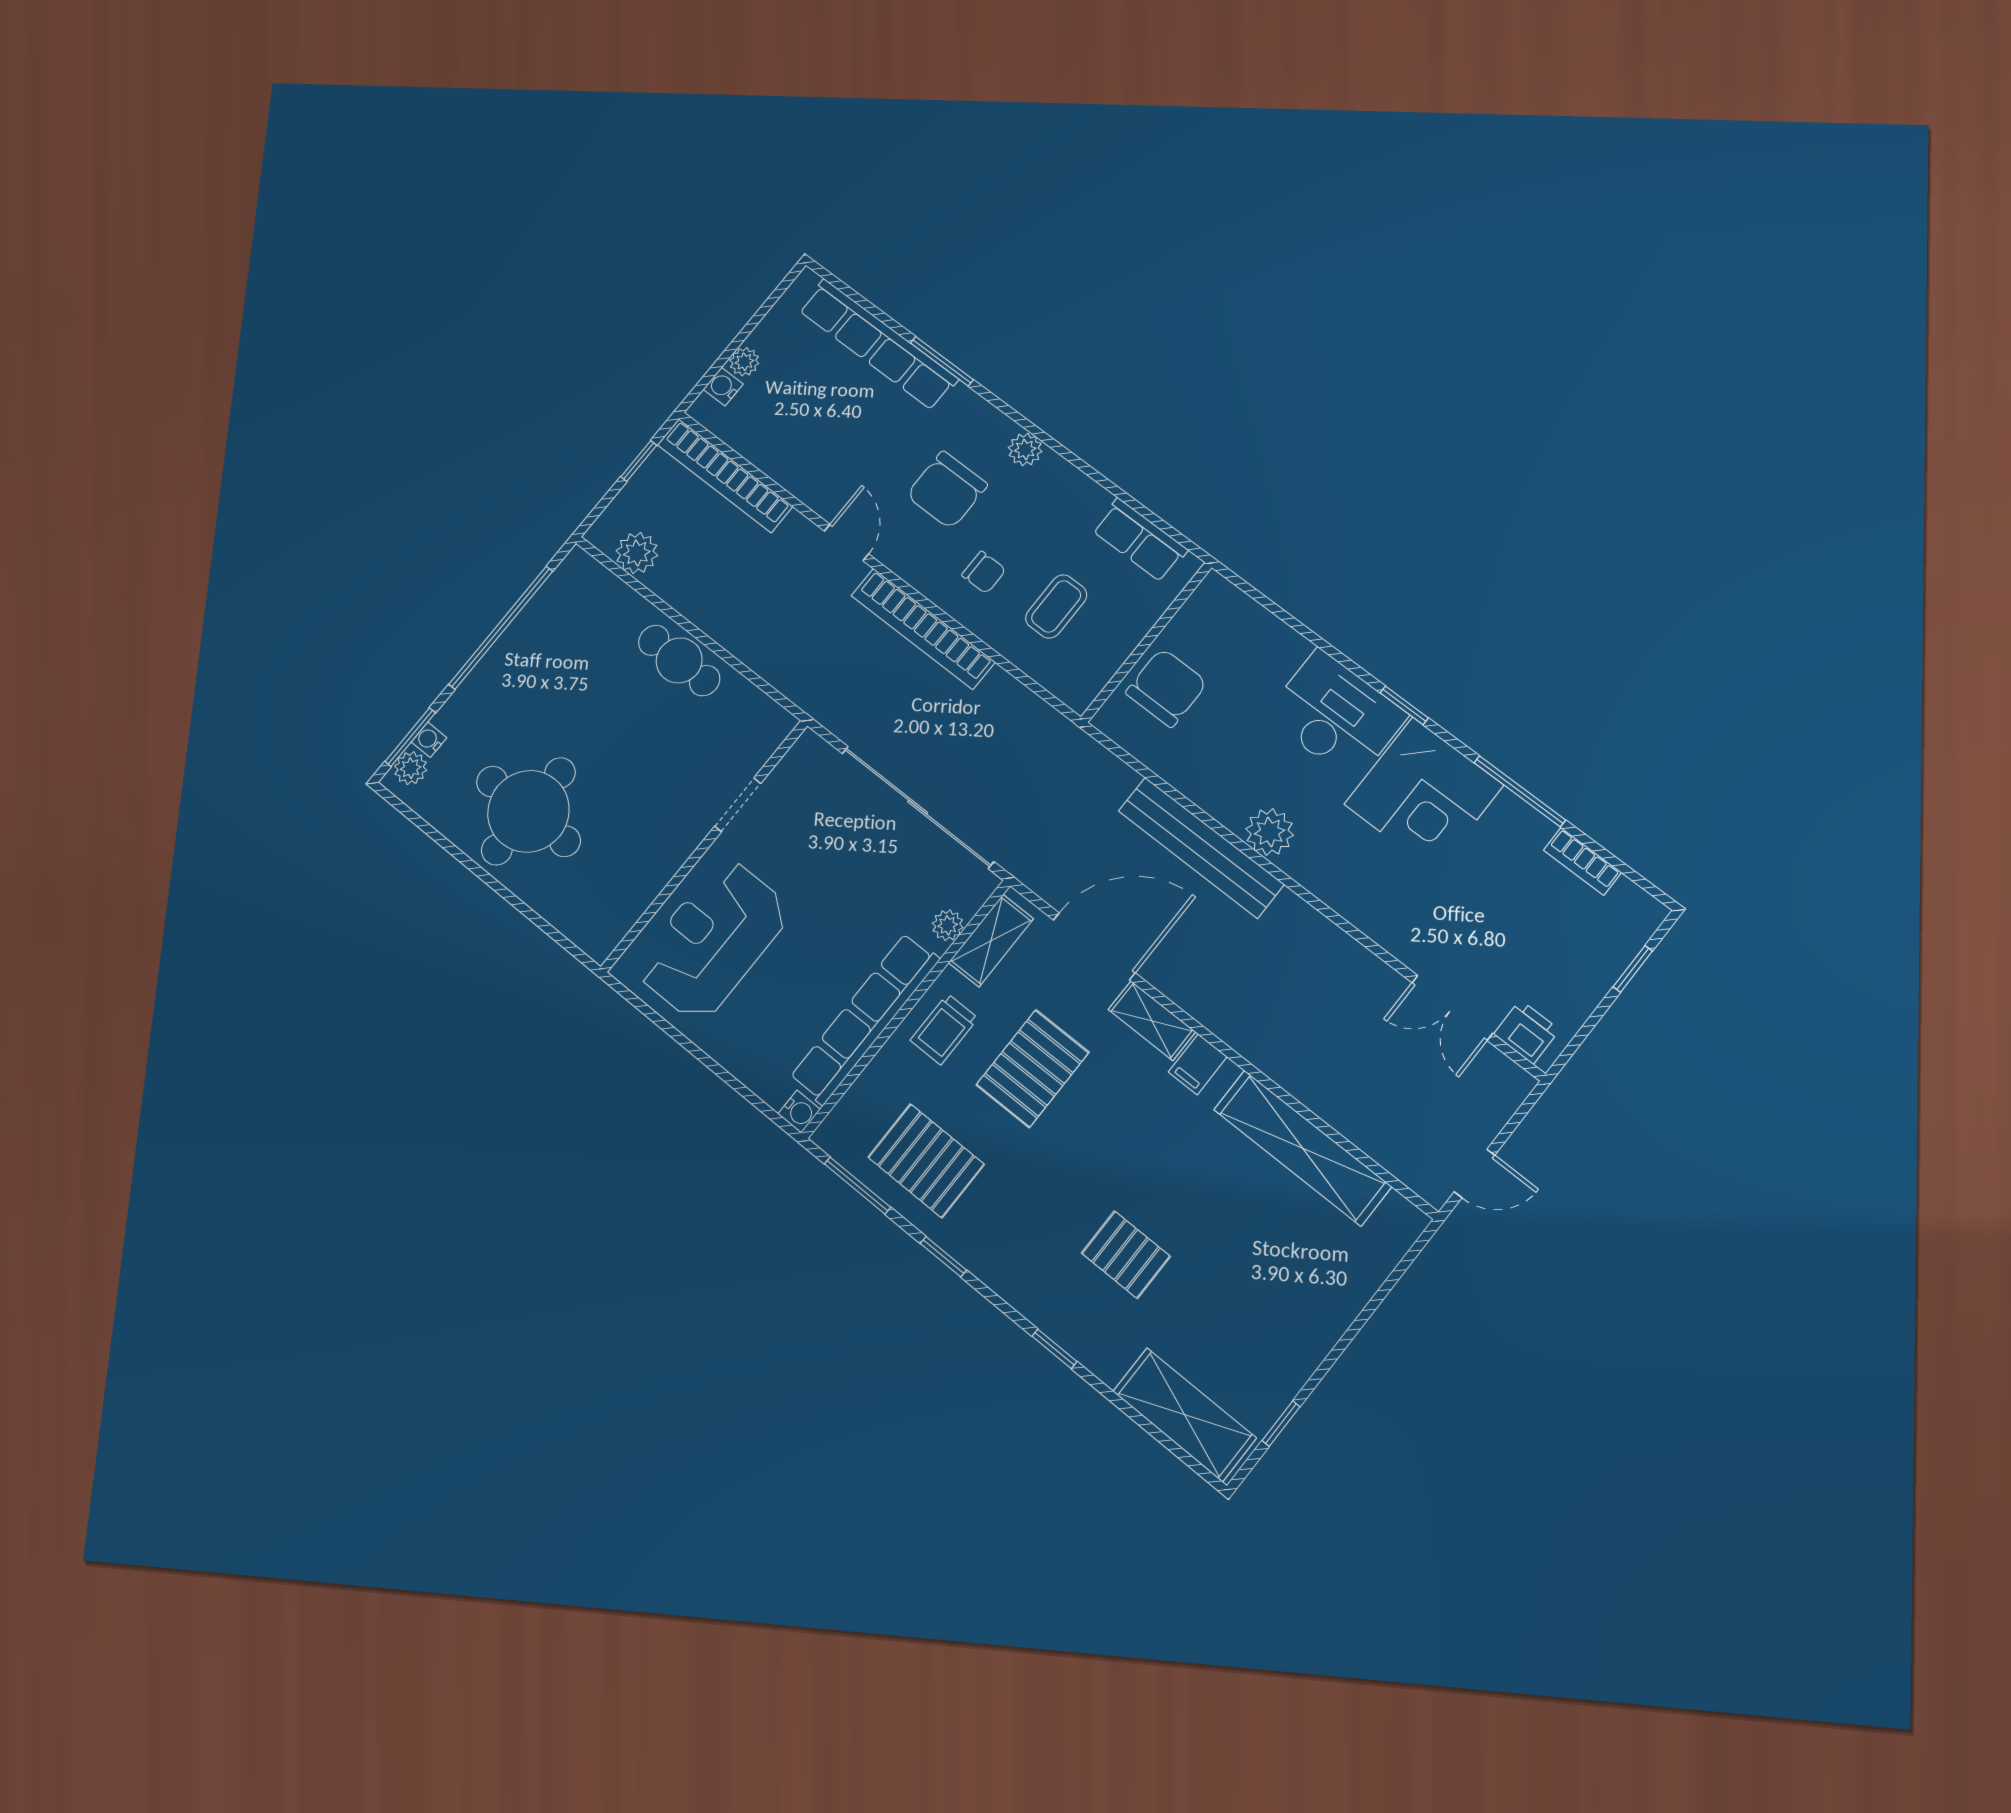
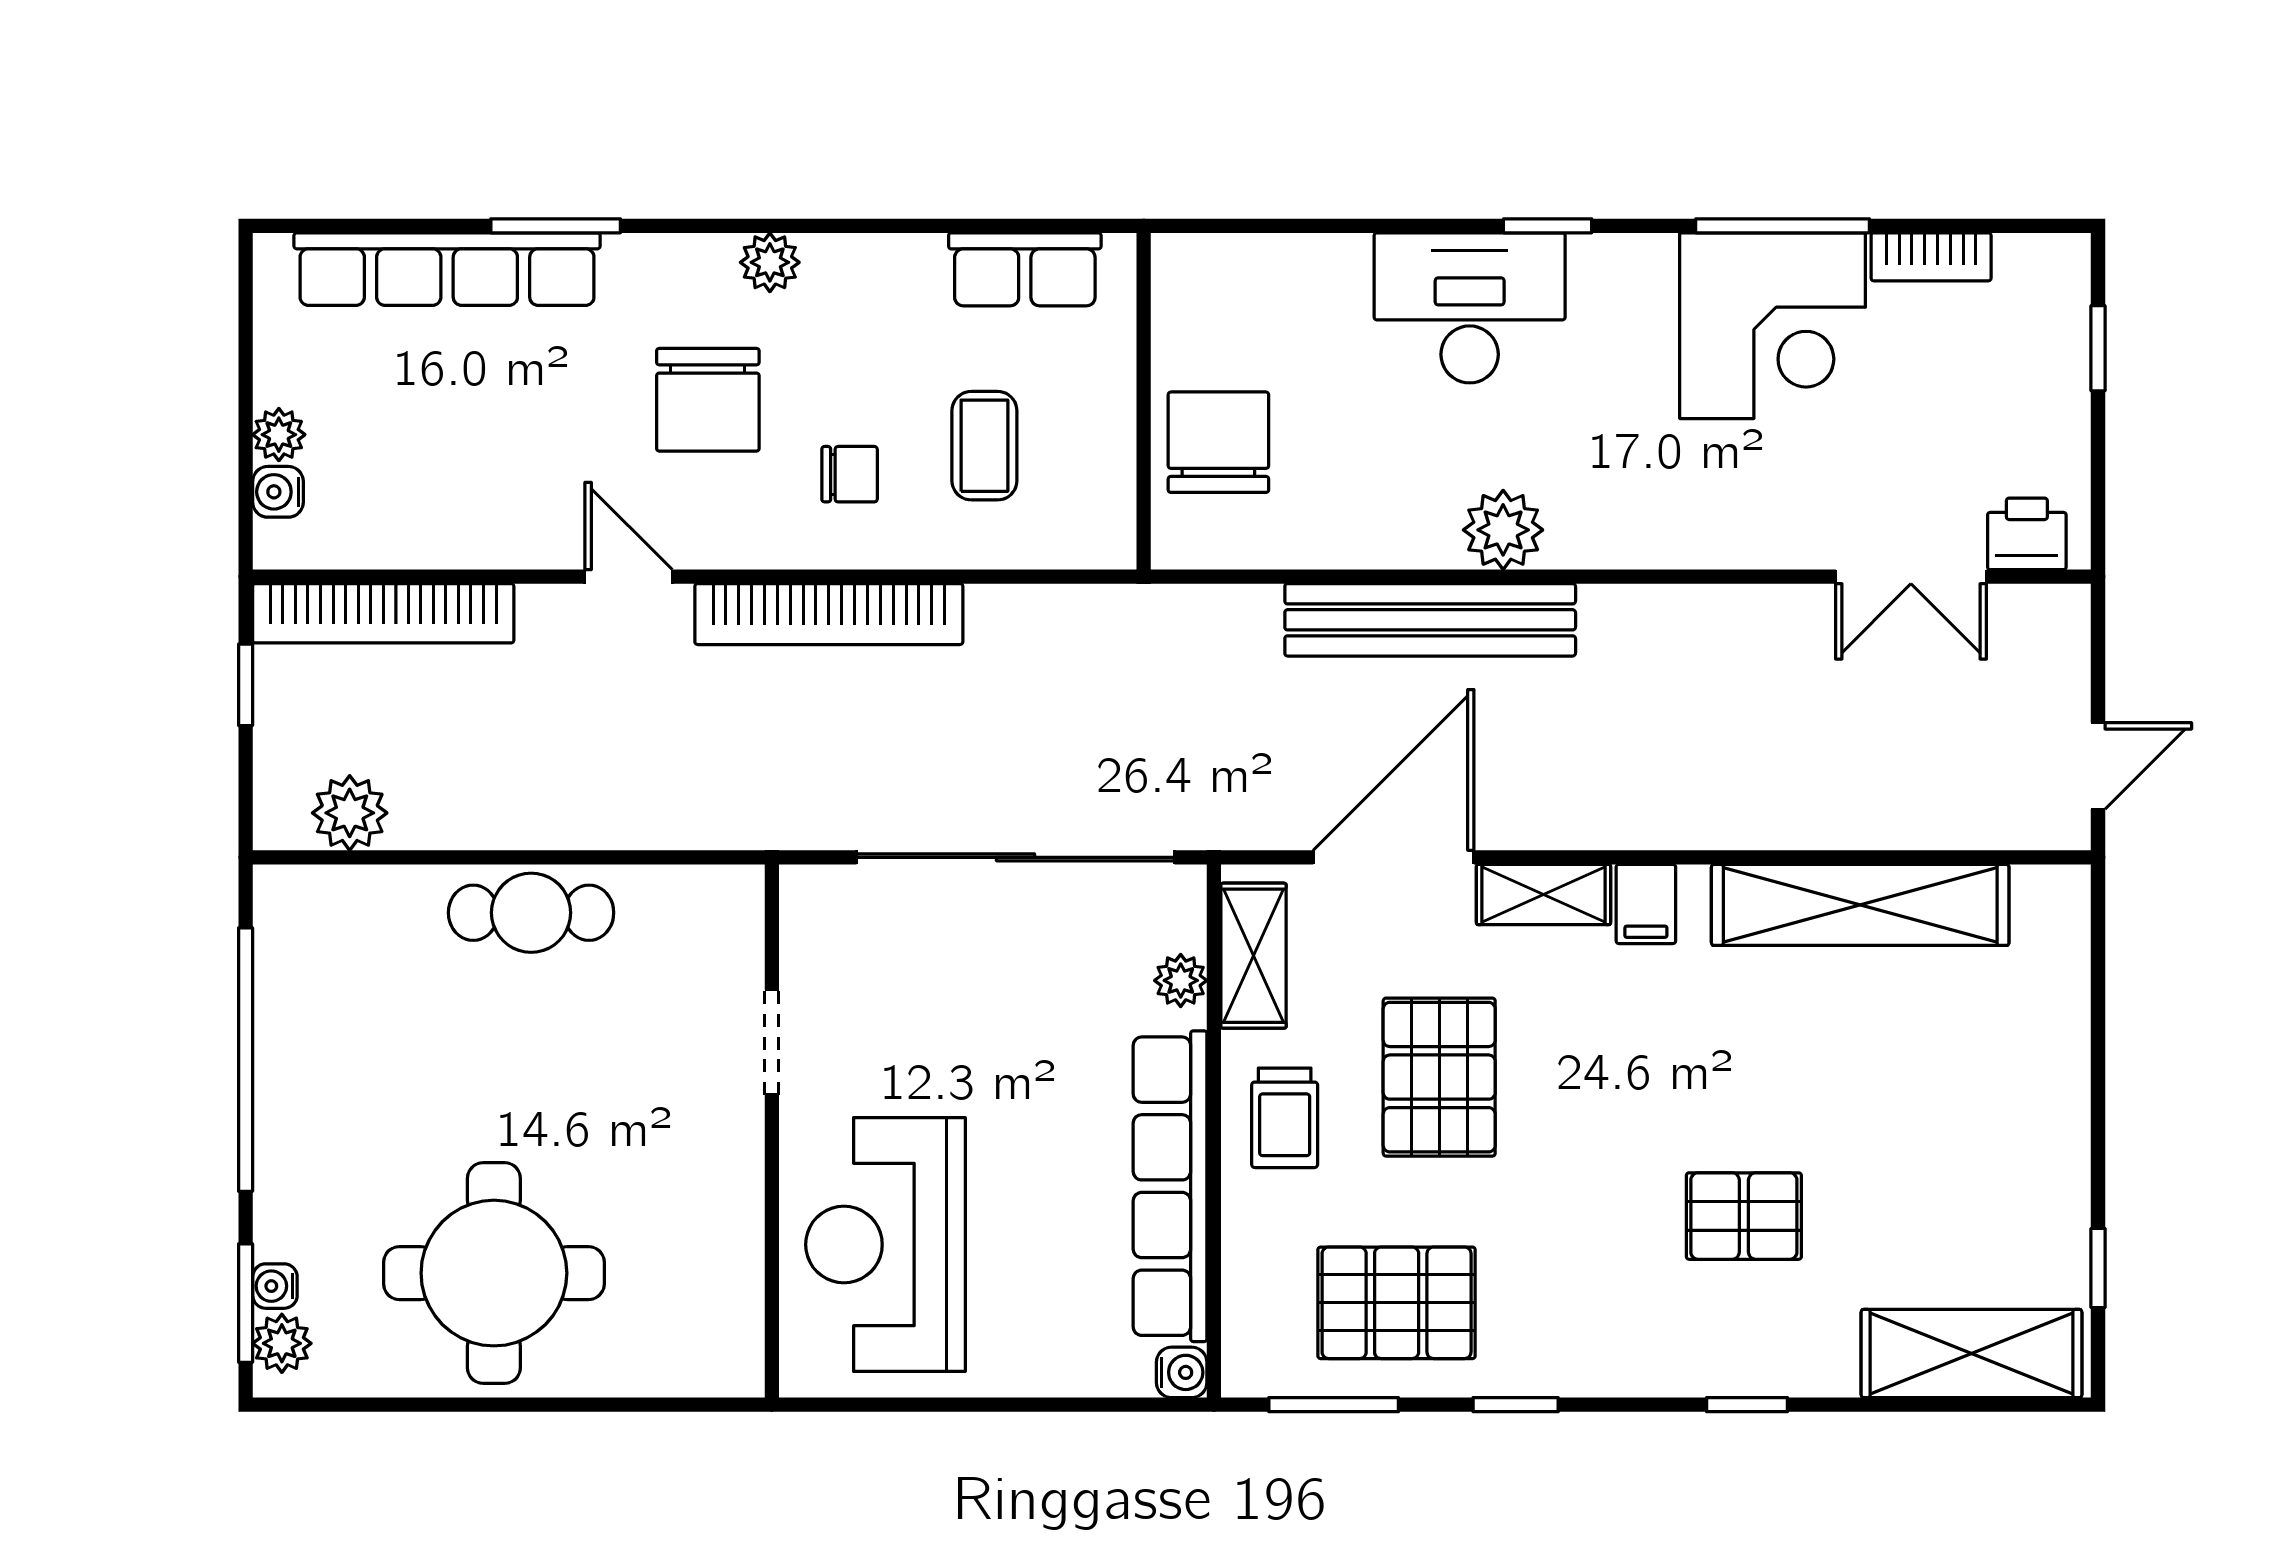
corner desk: (1424, 795) -> (1773, 326), moved

